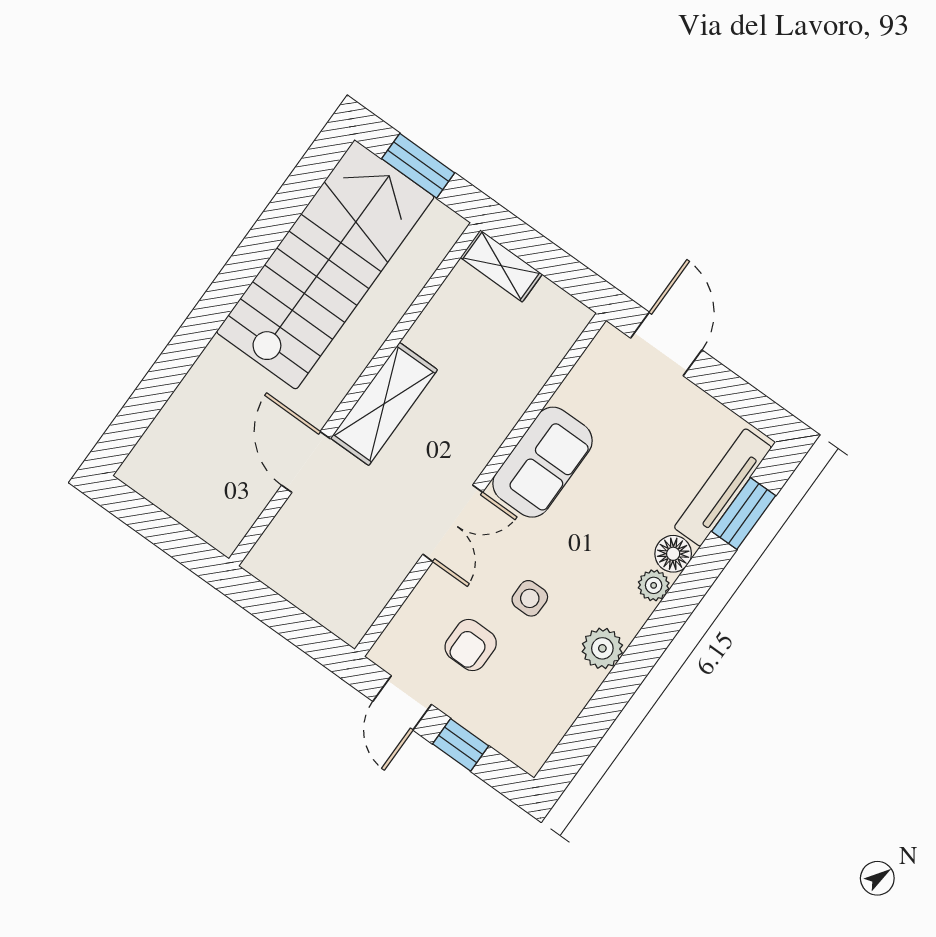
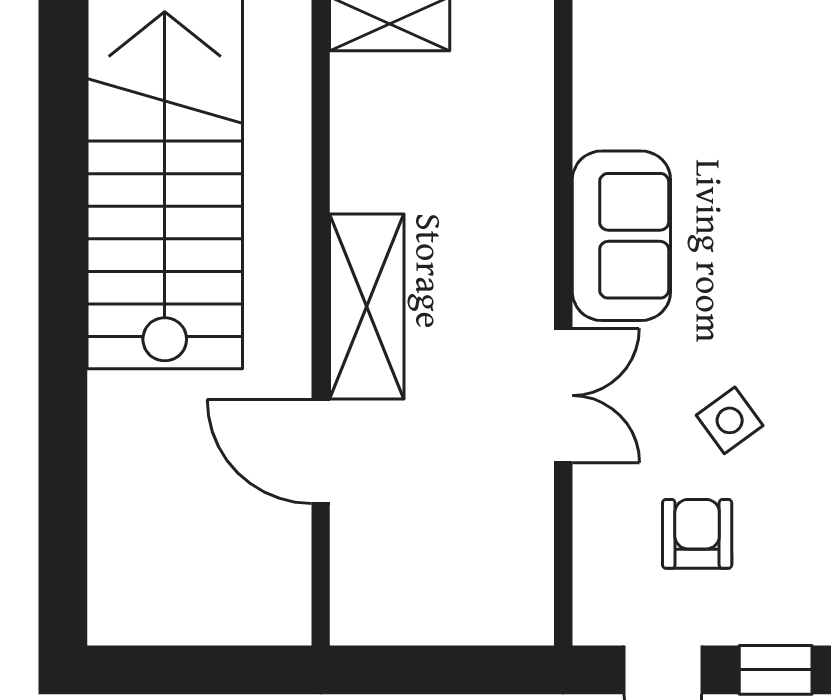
side table: (530, 598) -> (730, 420), turned -36
armchair: (471, 645) -> (697, 534), turned 180

